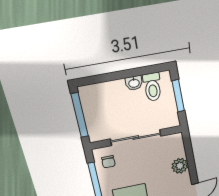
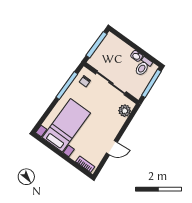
window: (178, 96) -> (151, 83), width x1.44
plant: (180, 166) -> (125, 111), moved

